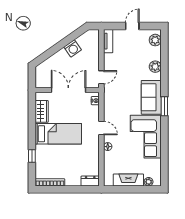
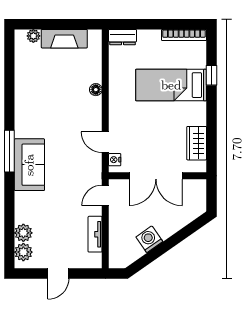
tv unit: (108, 41) -> (95, 234), moved
plant: (155, 67) -> (23, 233), moved
window: (164, 106) -> (9, 151), width x1.44
door: (101, 128) -> (105, 142), moved
bed: (58, 134) -> (171, 85), moved
corner sofa: (146, 137) -> (38, 105), removed

